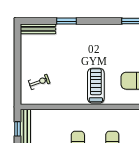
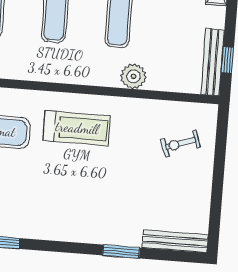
treadmill: (96, 86) -> (77, 128), turned -90
plant: (67, 116) -> (133, 76), added

